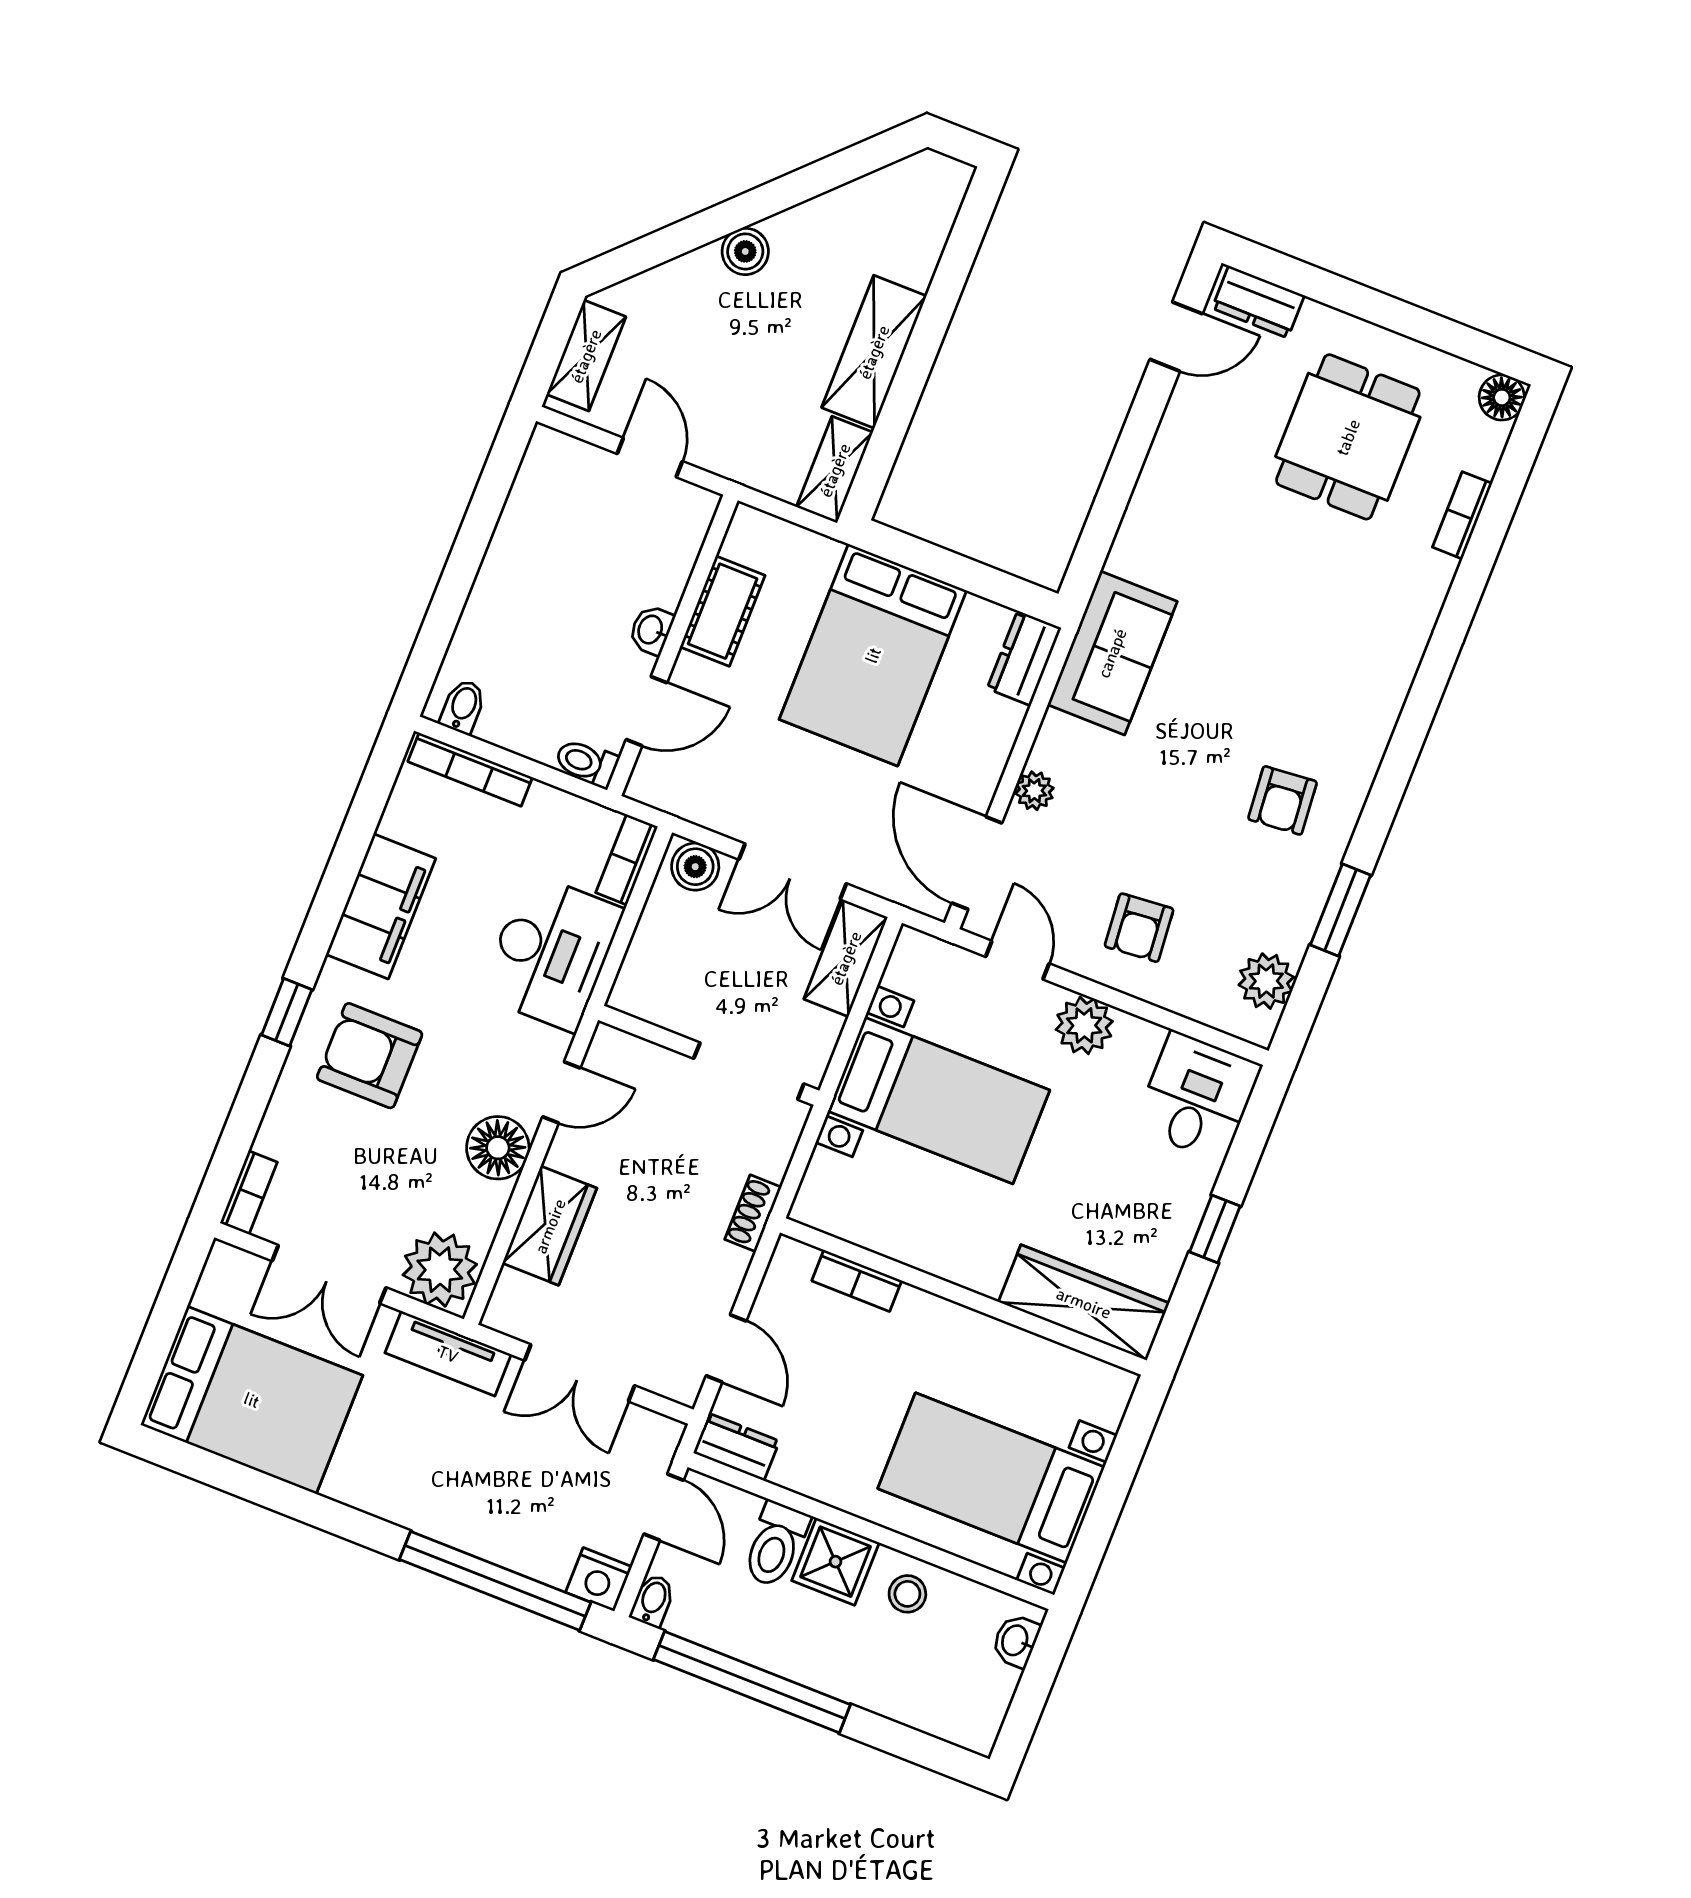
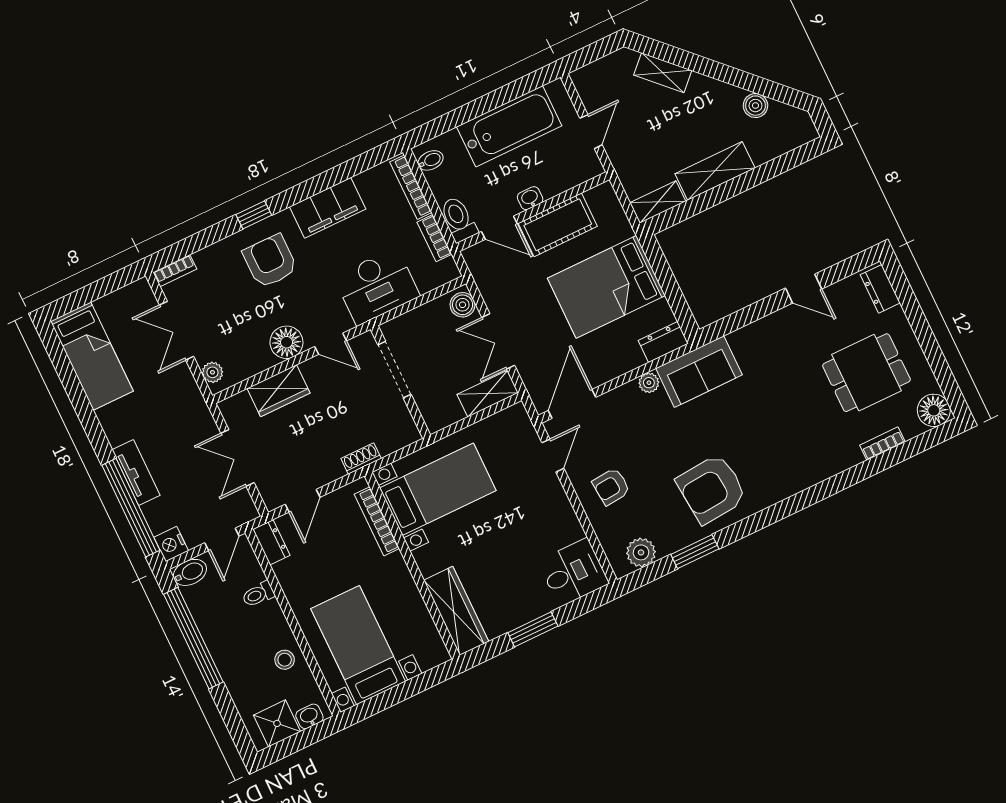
boiler: (745, 251) -> (755, 106), moved
door: (1176, 337) -> (804, 289), moved
shelving: (586, 356) -> (663, 73), moved, turned 45
floor lamp: (1502, 397) -> (934, 410), width x1.38, depth x1.38
bathtub: (528, 557) -> (509, 126), added
cot: (723, 611) -> (558, 225), width x1.37, depth x1.34
toilet: (586, 763) -> (458, 219), width x1.37, depth x1.39
plant: (1034, 791) -> (649, 383), moved
armchair: (1283, 800) -> (712, 489), width x1.88, depth x1.88
bookcase: (627, 860) -> (435, 238), moved, turned -90
plant: (1084, 1025) -> (555, 505), removed
doorway: (749, 1071) -> (394, 370), moved
bed with nightstands: (939, 1101) -> (438, 489), moved, turned -90
window: (1215, 1229) -> (533, 629), width x1.50
plant: (440, 1270) -> (212, 372), width x0.53, depth x0.53
bookcase: (857, 1281) -> (377, 521), width x1.56
tv unit: (448, 1354) -> (136, 473), moved, turned 180
bed: (252, 1400) -> (92, 356), width x0.67
toilet: (776, 1544) -> (258, 594), width x0.73, depth x0.72
shower: (835, 1562) -> (277, 723), moved
bidet: (653, 1601) -> (190, 572), width x1.38, depth x1.36

